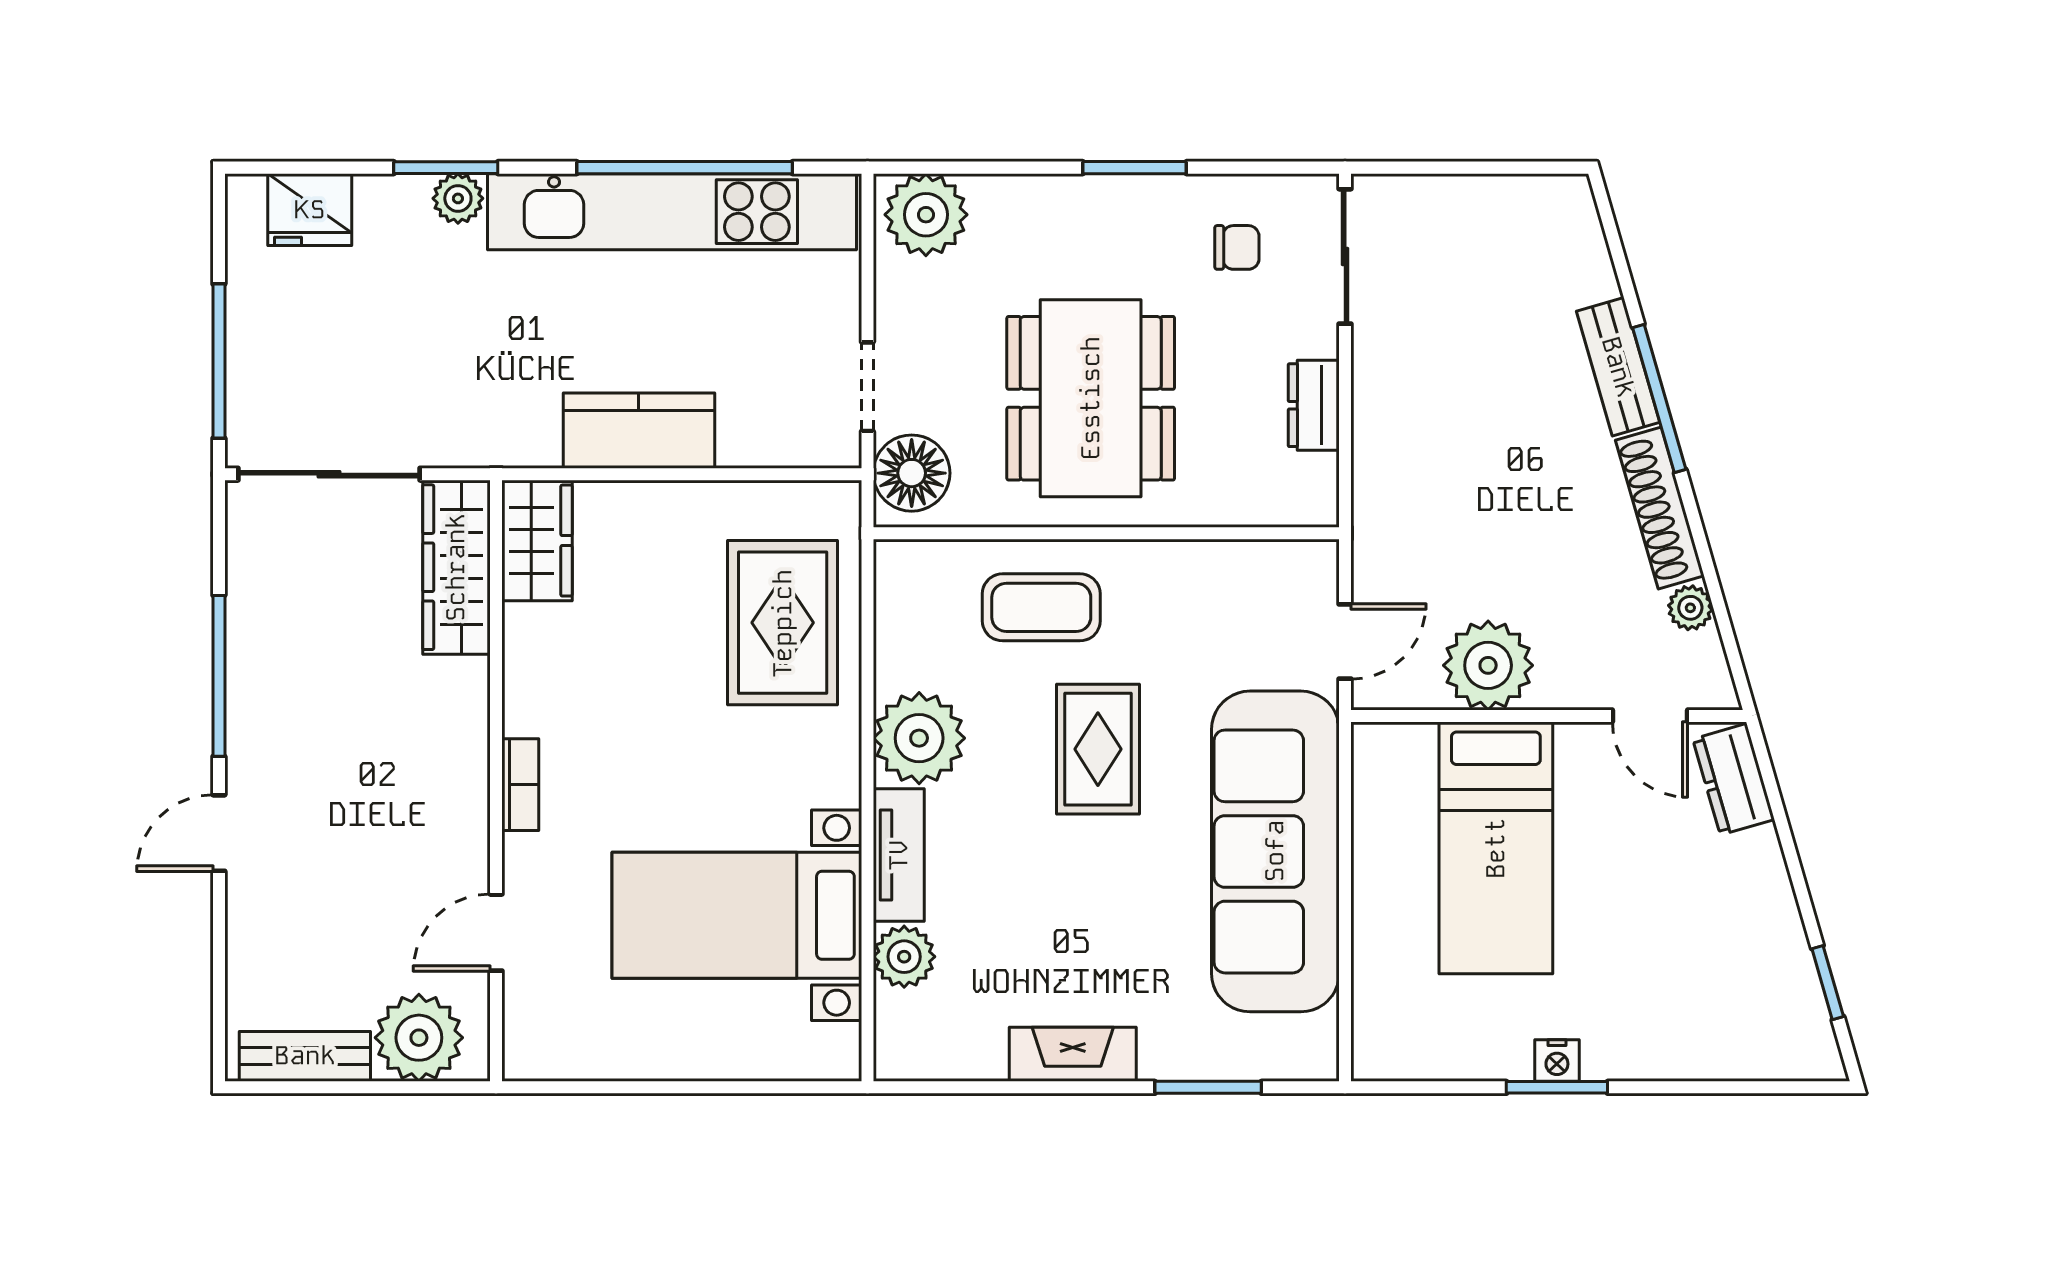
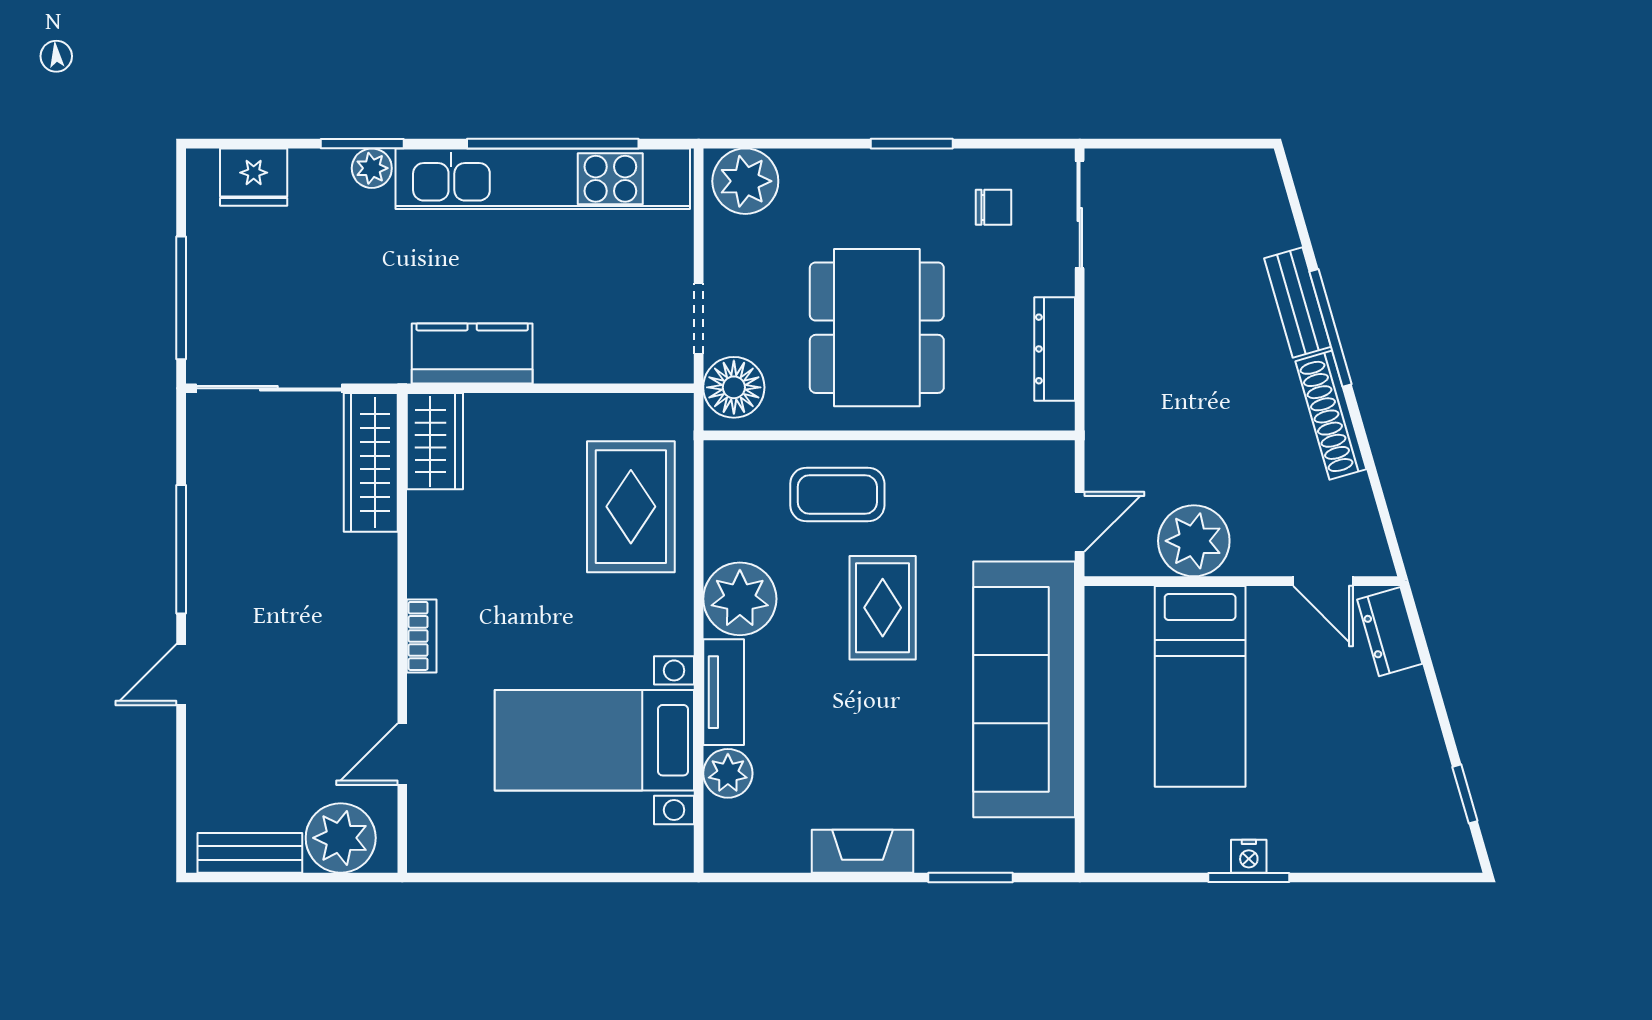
dresser: (1314, 405) -> (1055, 349), width x1.44
kitchen counter: (639, 431) -> (472, 353), moved
plant: (1690, 608) -> (1355, 495), removed

